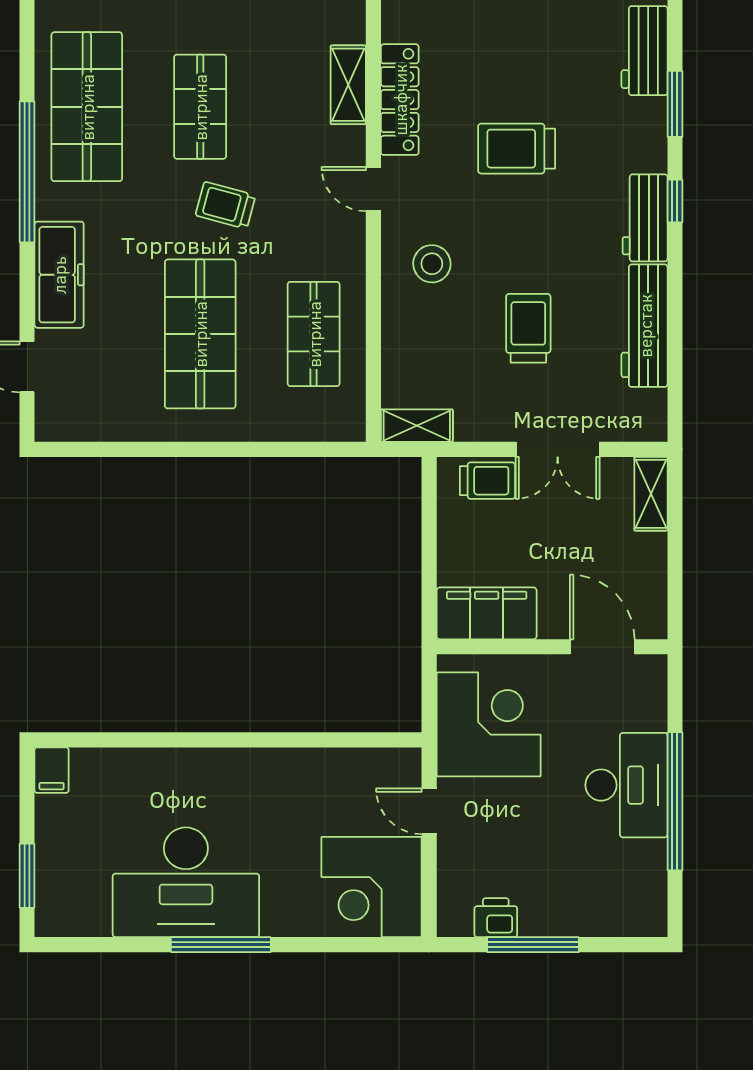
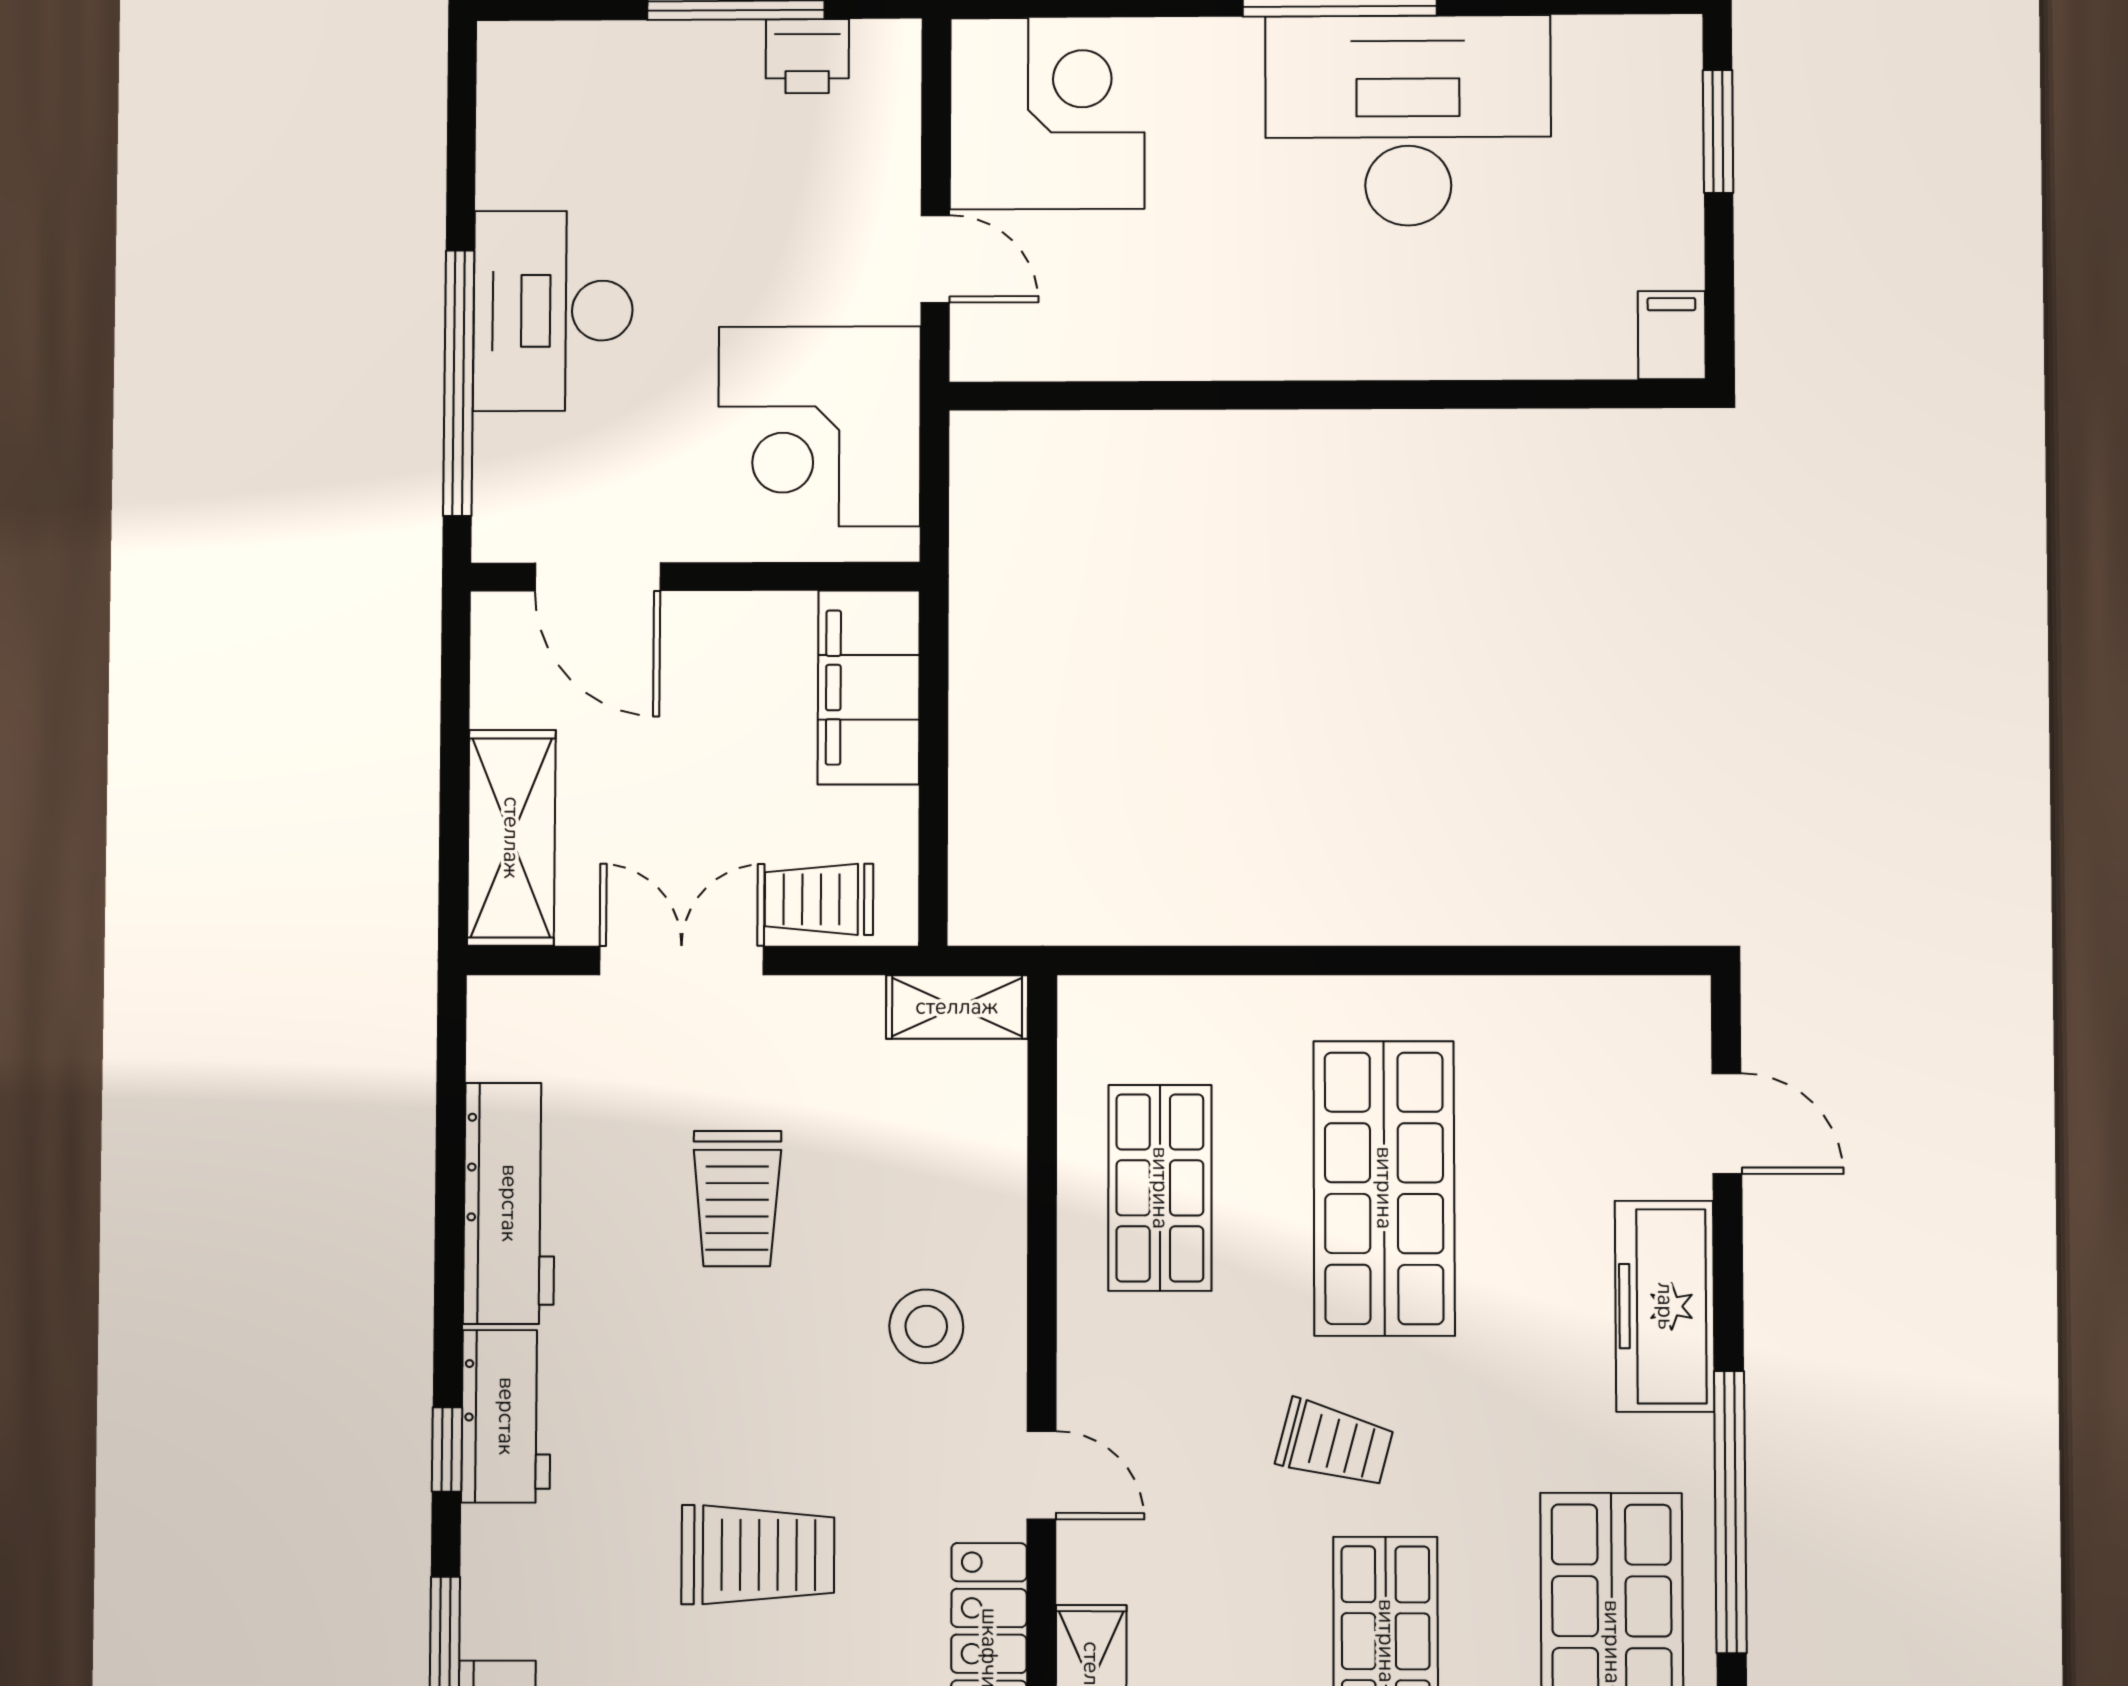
shelving: (651, 494) -> (511, 838), width x1.50, depth x1.33
filing cabinet: (487, 613) -> (869, 687), moved, turned 90
window: (675, 801) -> (459, 383), moved

